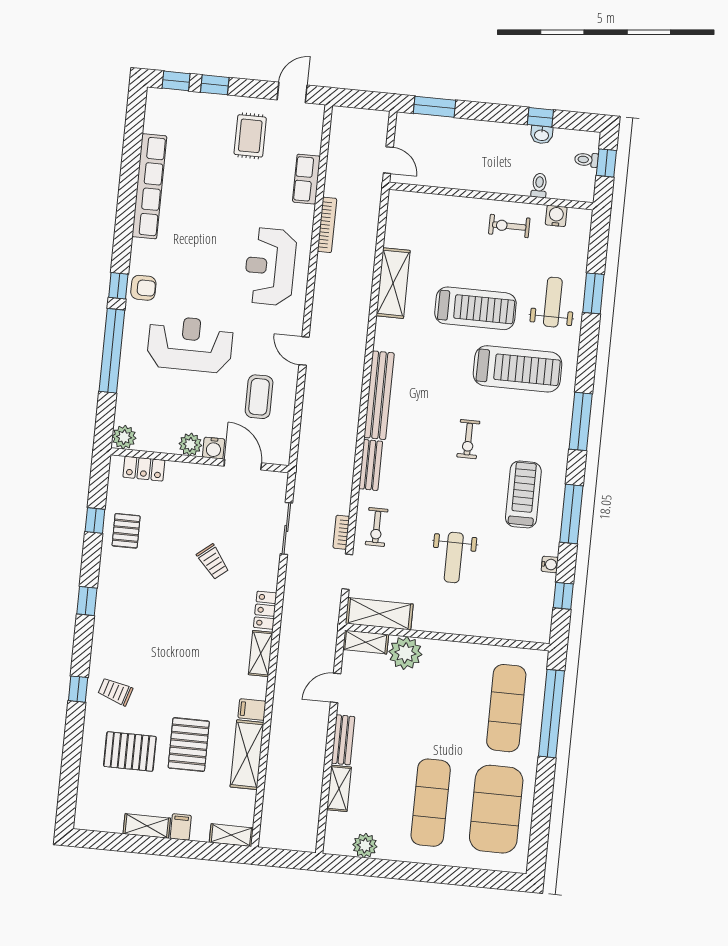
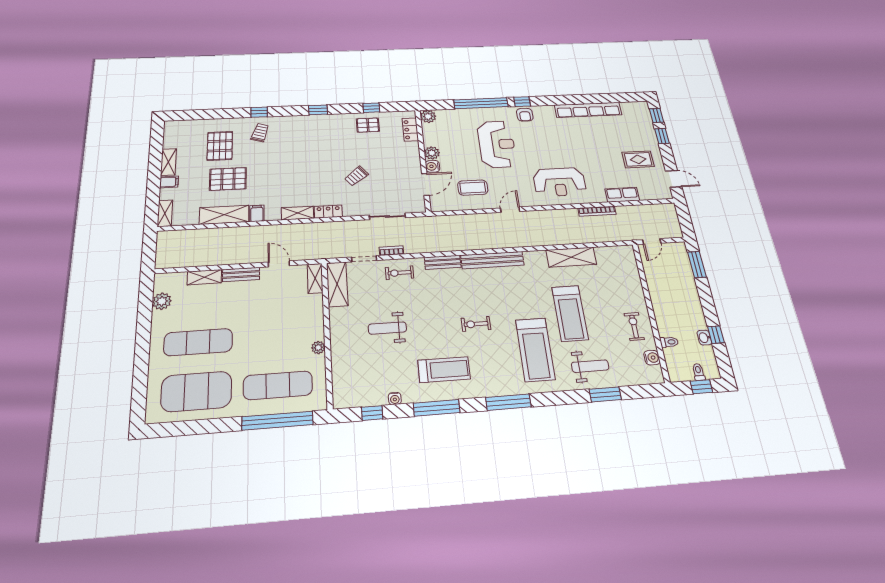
reception desk: (270, 267) -> (559, 182), turned 180
plant: (405, 653) -> (318, 348), moved, width x0.53, depth x0.53

